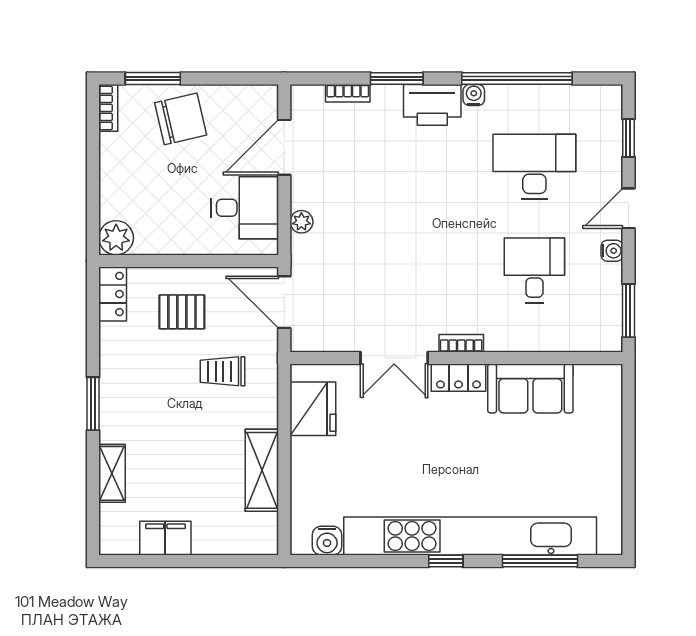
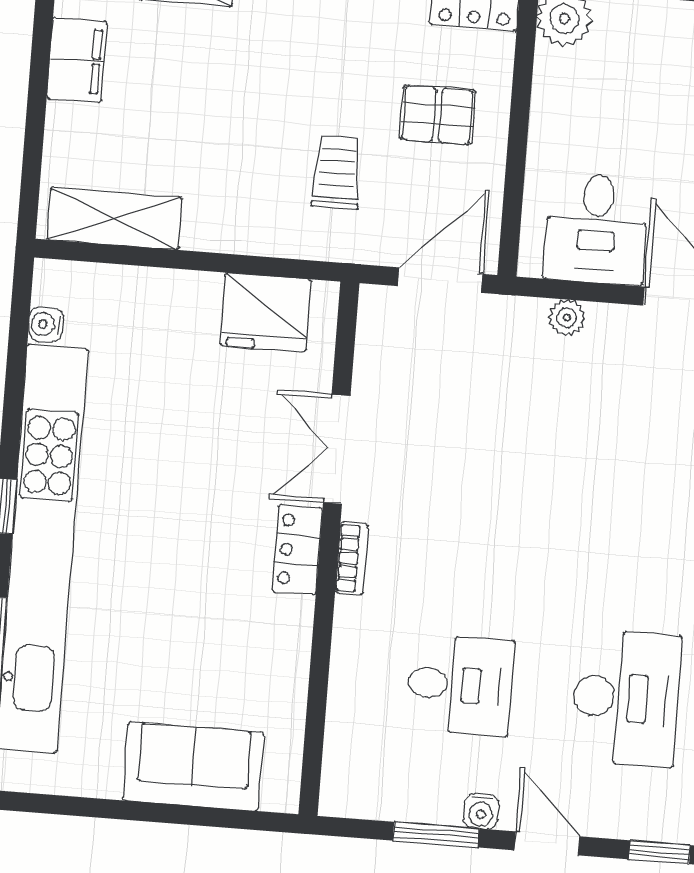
window: (628, 311) -> (436, 835), moved
pallet: (182, 312) -> (438, 115), turned 90
sofa: (530, 388) -> (193, 766), moved, turned 90
shelving: (262, 470) -> (114, 218), moved
water cooler: (327, 541) -> (46, 324), width x0.72, depth x0.72

